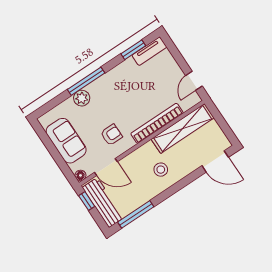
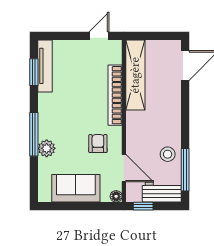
tv unit: (149, 51) -> (45, 66), width x1.41
door: (194, 81) -> (99, 36), swing flipped
door: (106, 167) -> (124, 168), hinge flipped
stool: (161, 170) -> (168, 154), moved
workbench: (103, 203) -> (162, 192), width x0.73

